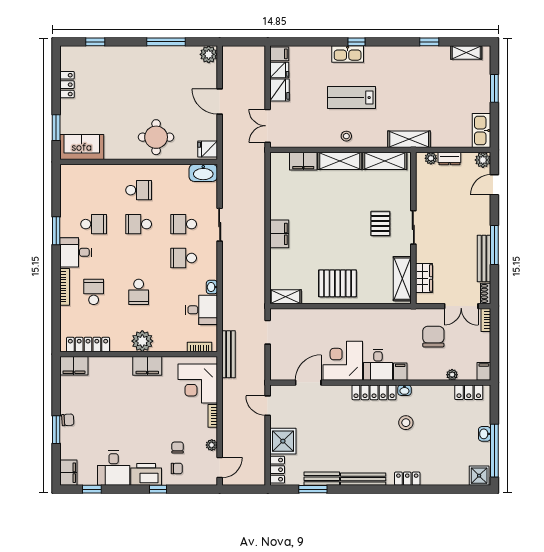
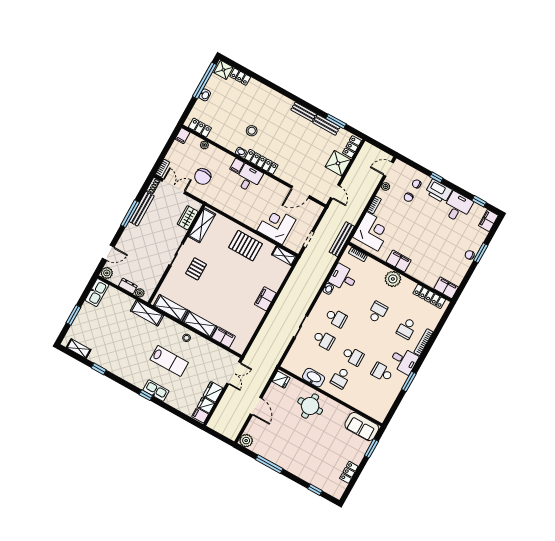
washbasin: (203, 173) -> (314, 378), moved
school desk: (139, 190) -> (341, 378), turned -90
corner desk: (343, 361) -> (276, 225), moved, turned 180
bench: (363, 479) -> (304, 112), width x0.73
locker: (407, 479) -> (240, 77), moved

